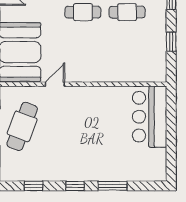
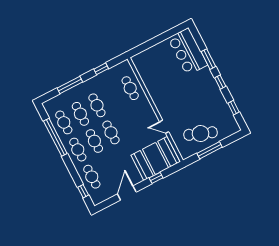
cafe table: (127, 66) -> (130, 88), added
bar counter: (150, 117) -> (188, 52), moved, turned 90

